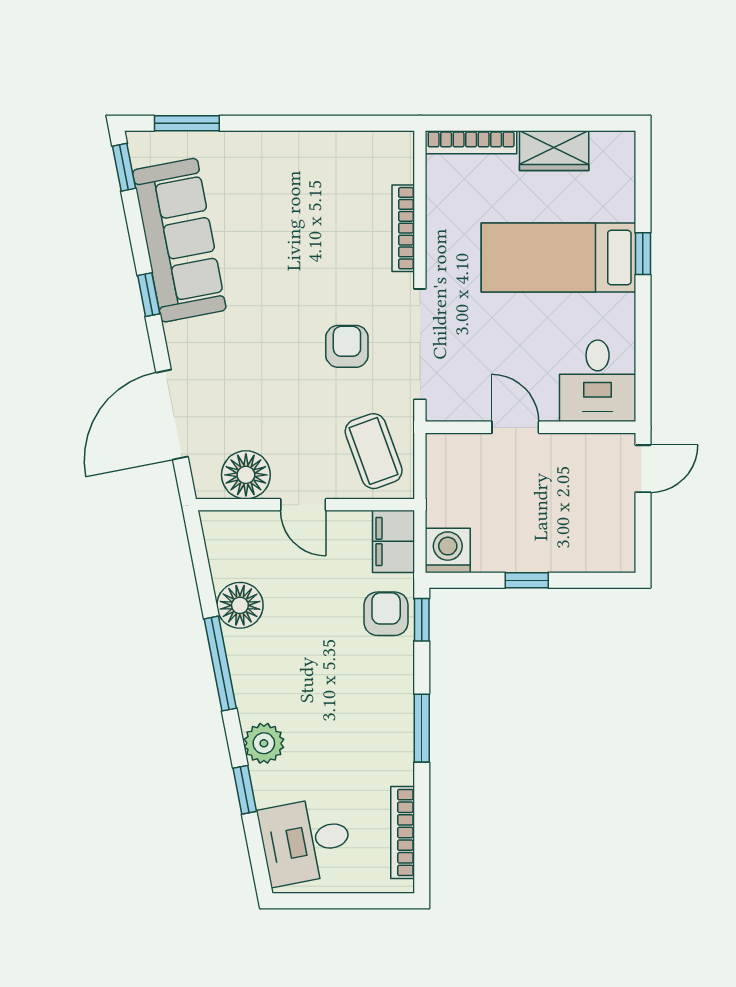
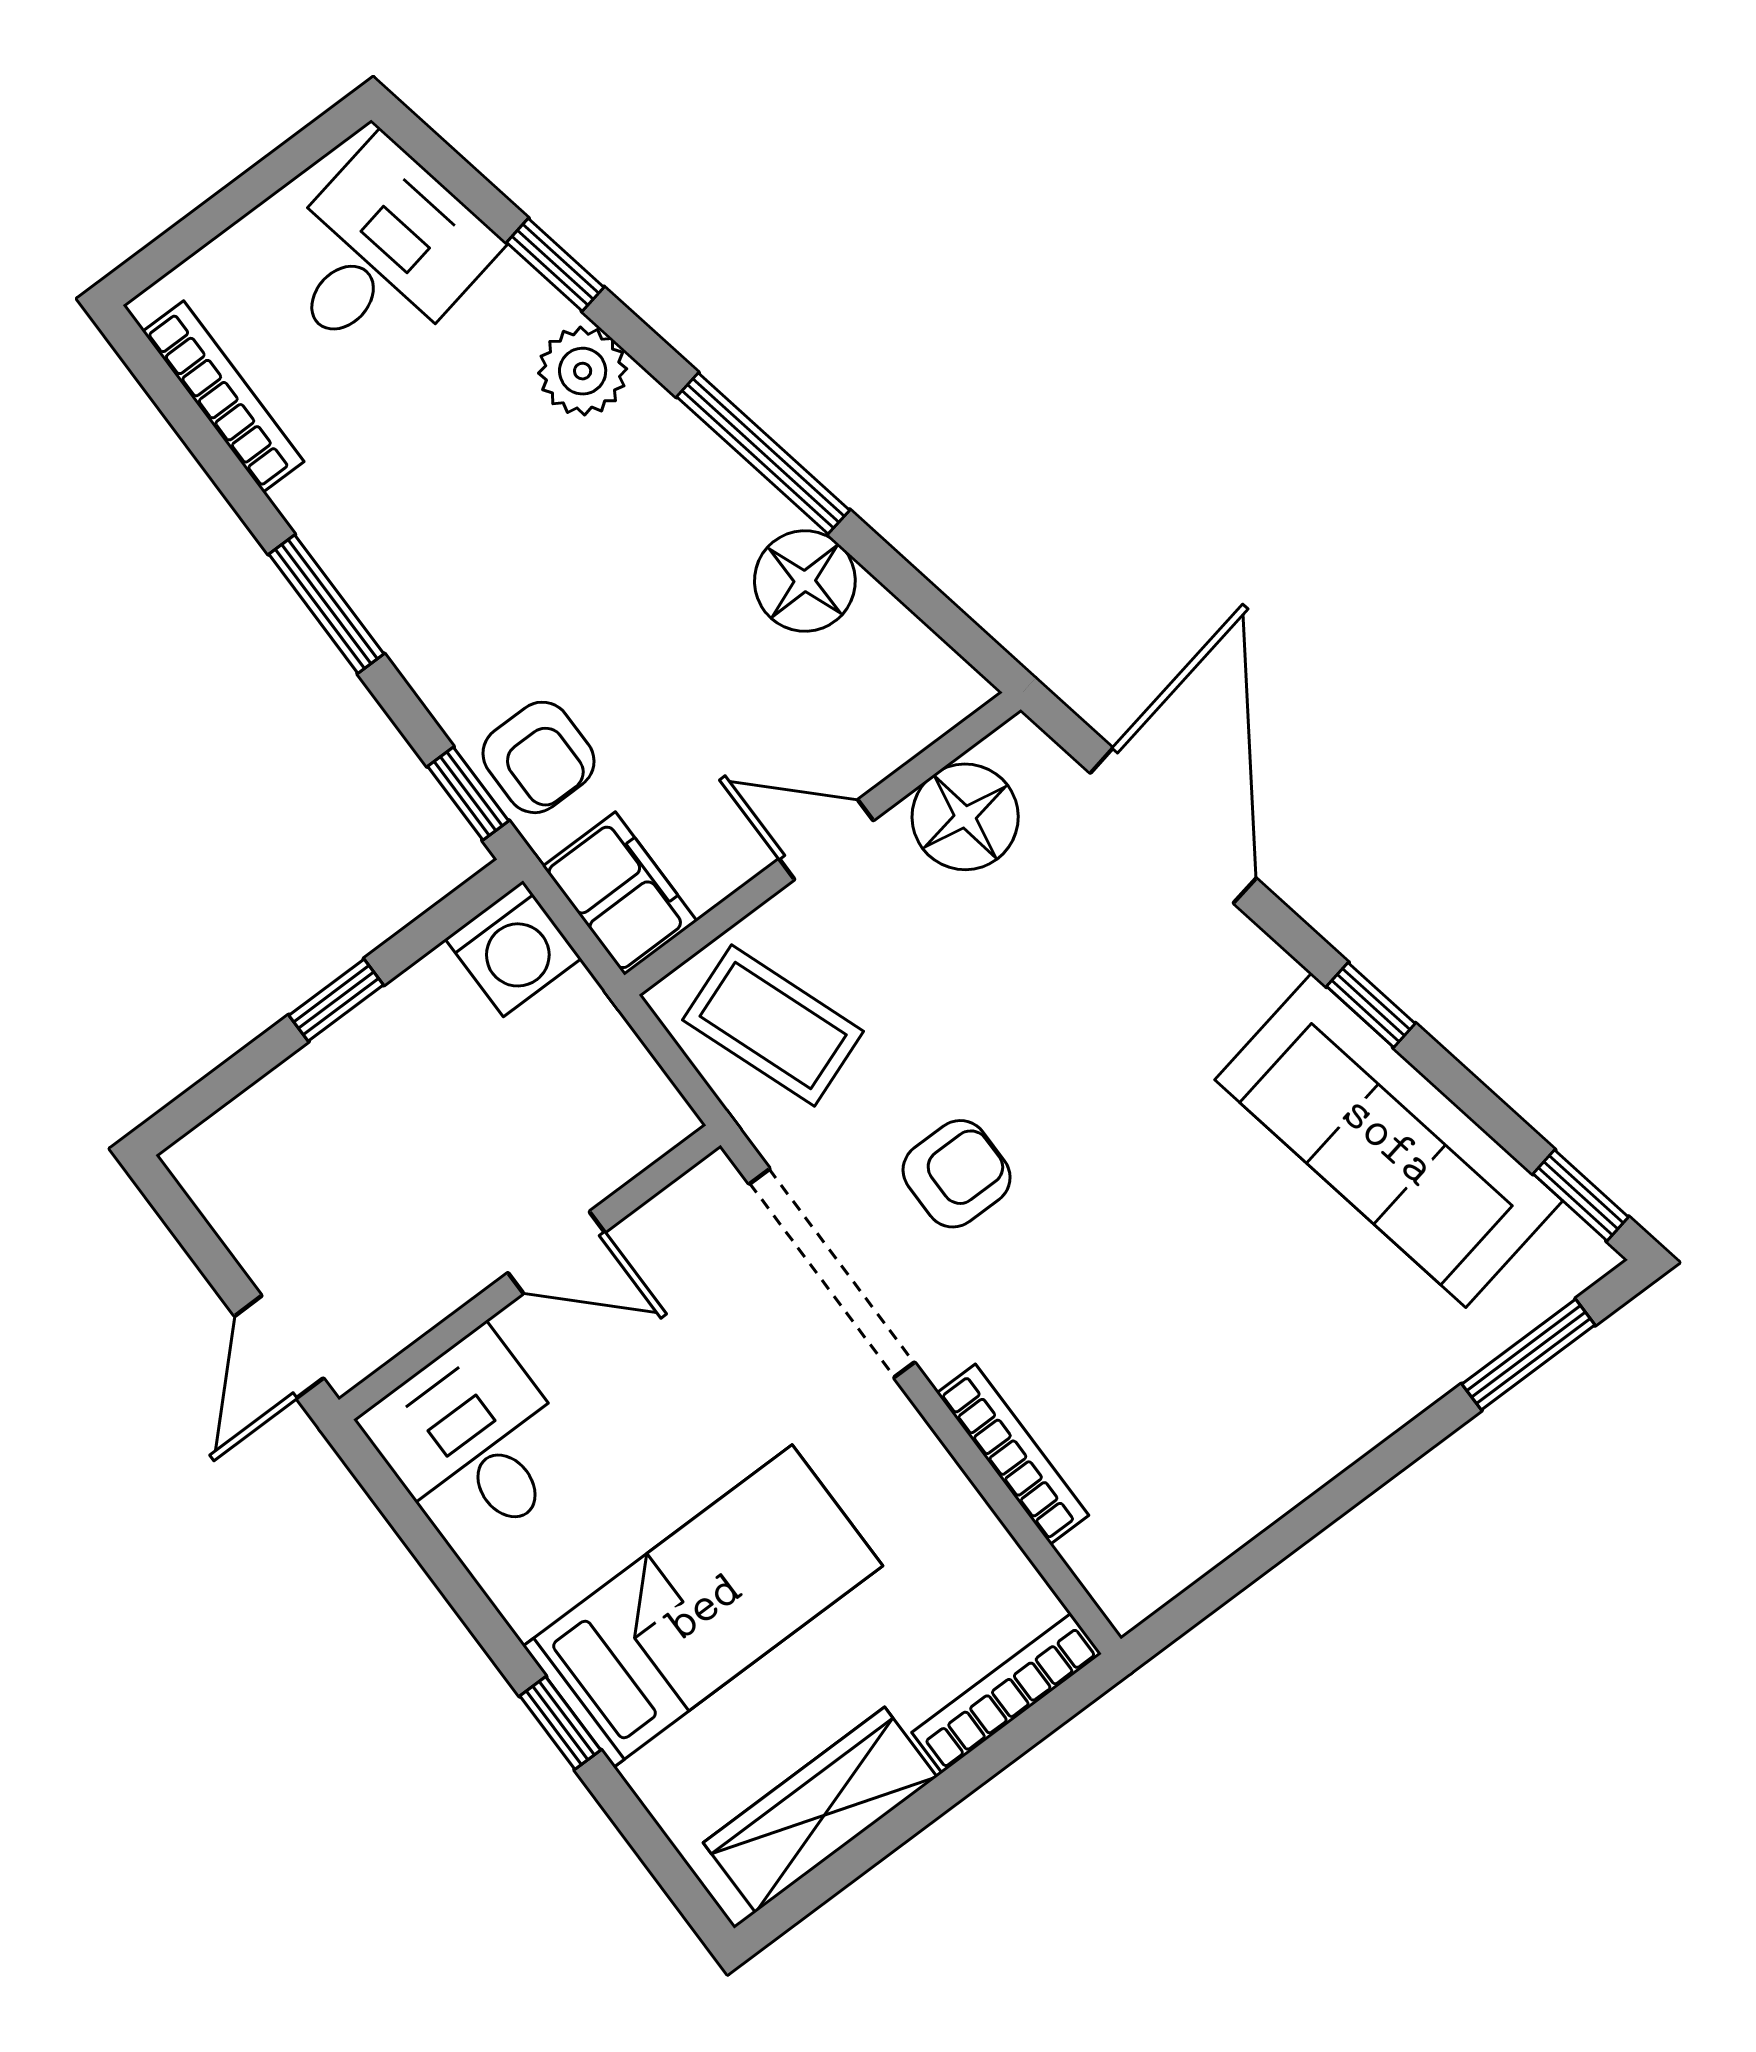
wardrobe: (554, 151) -> (820, 1810), width x1.50
armchair: (347, 346) -> (957, 1174), turned -90

